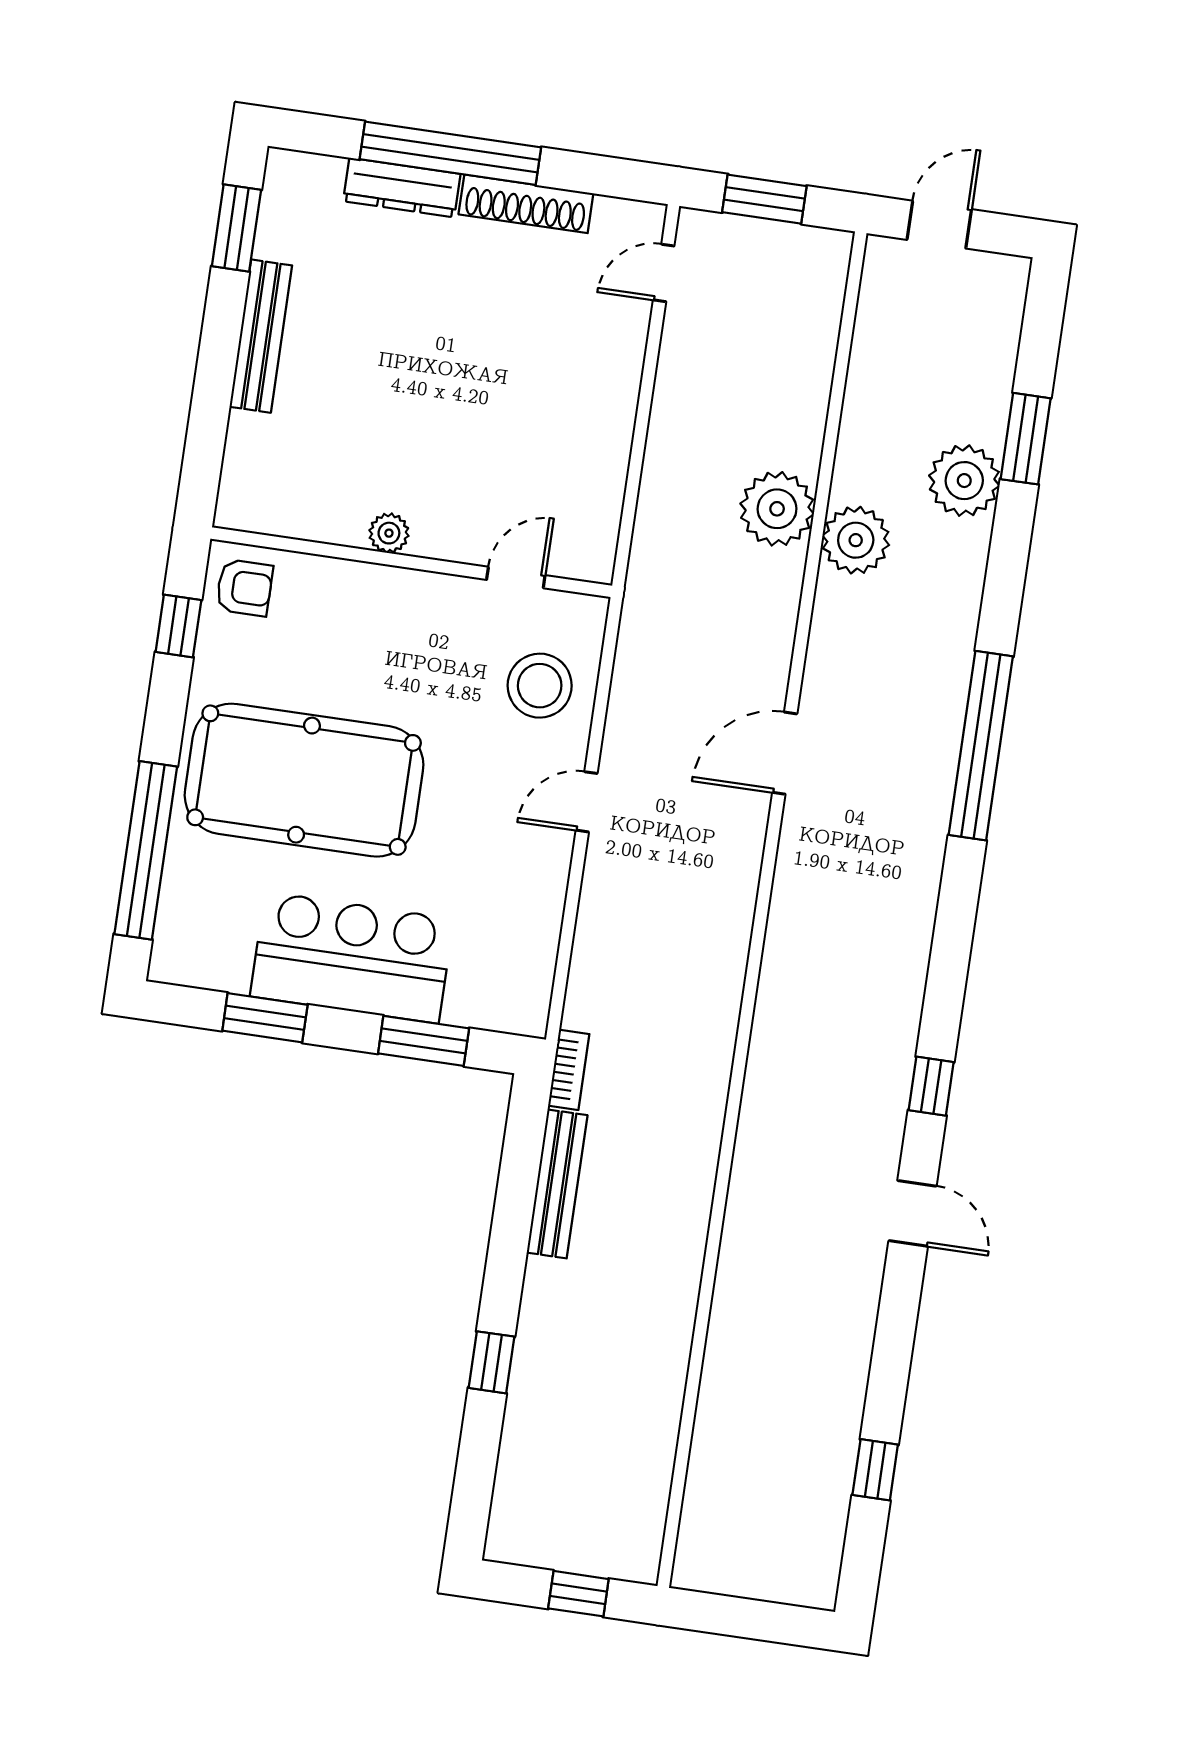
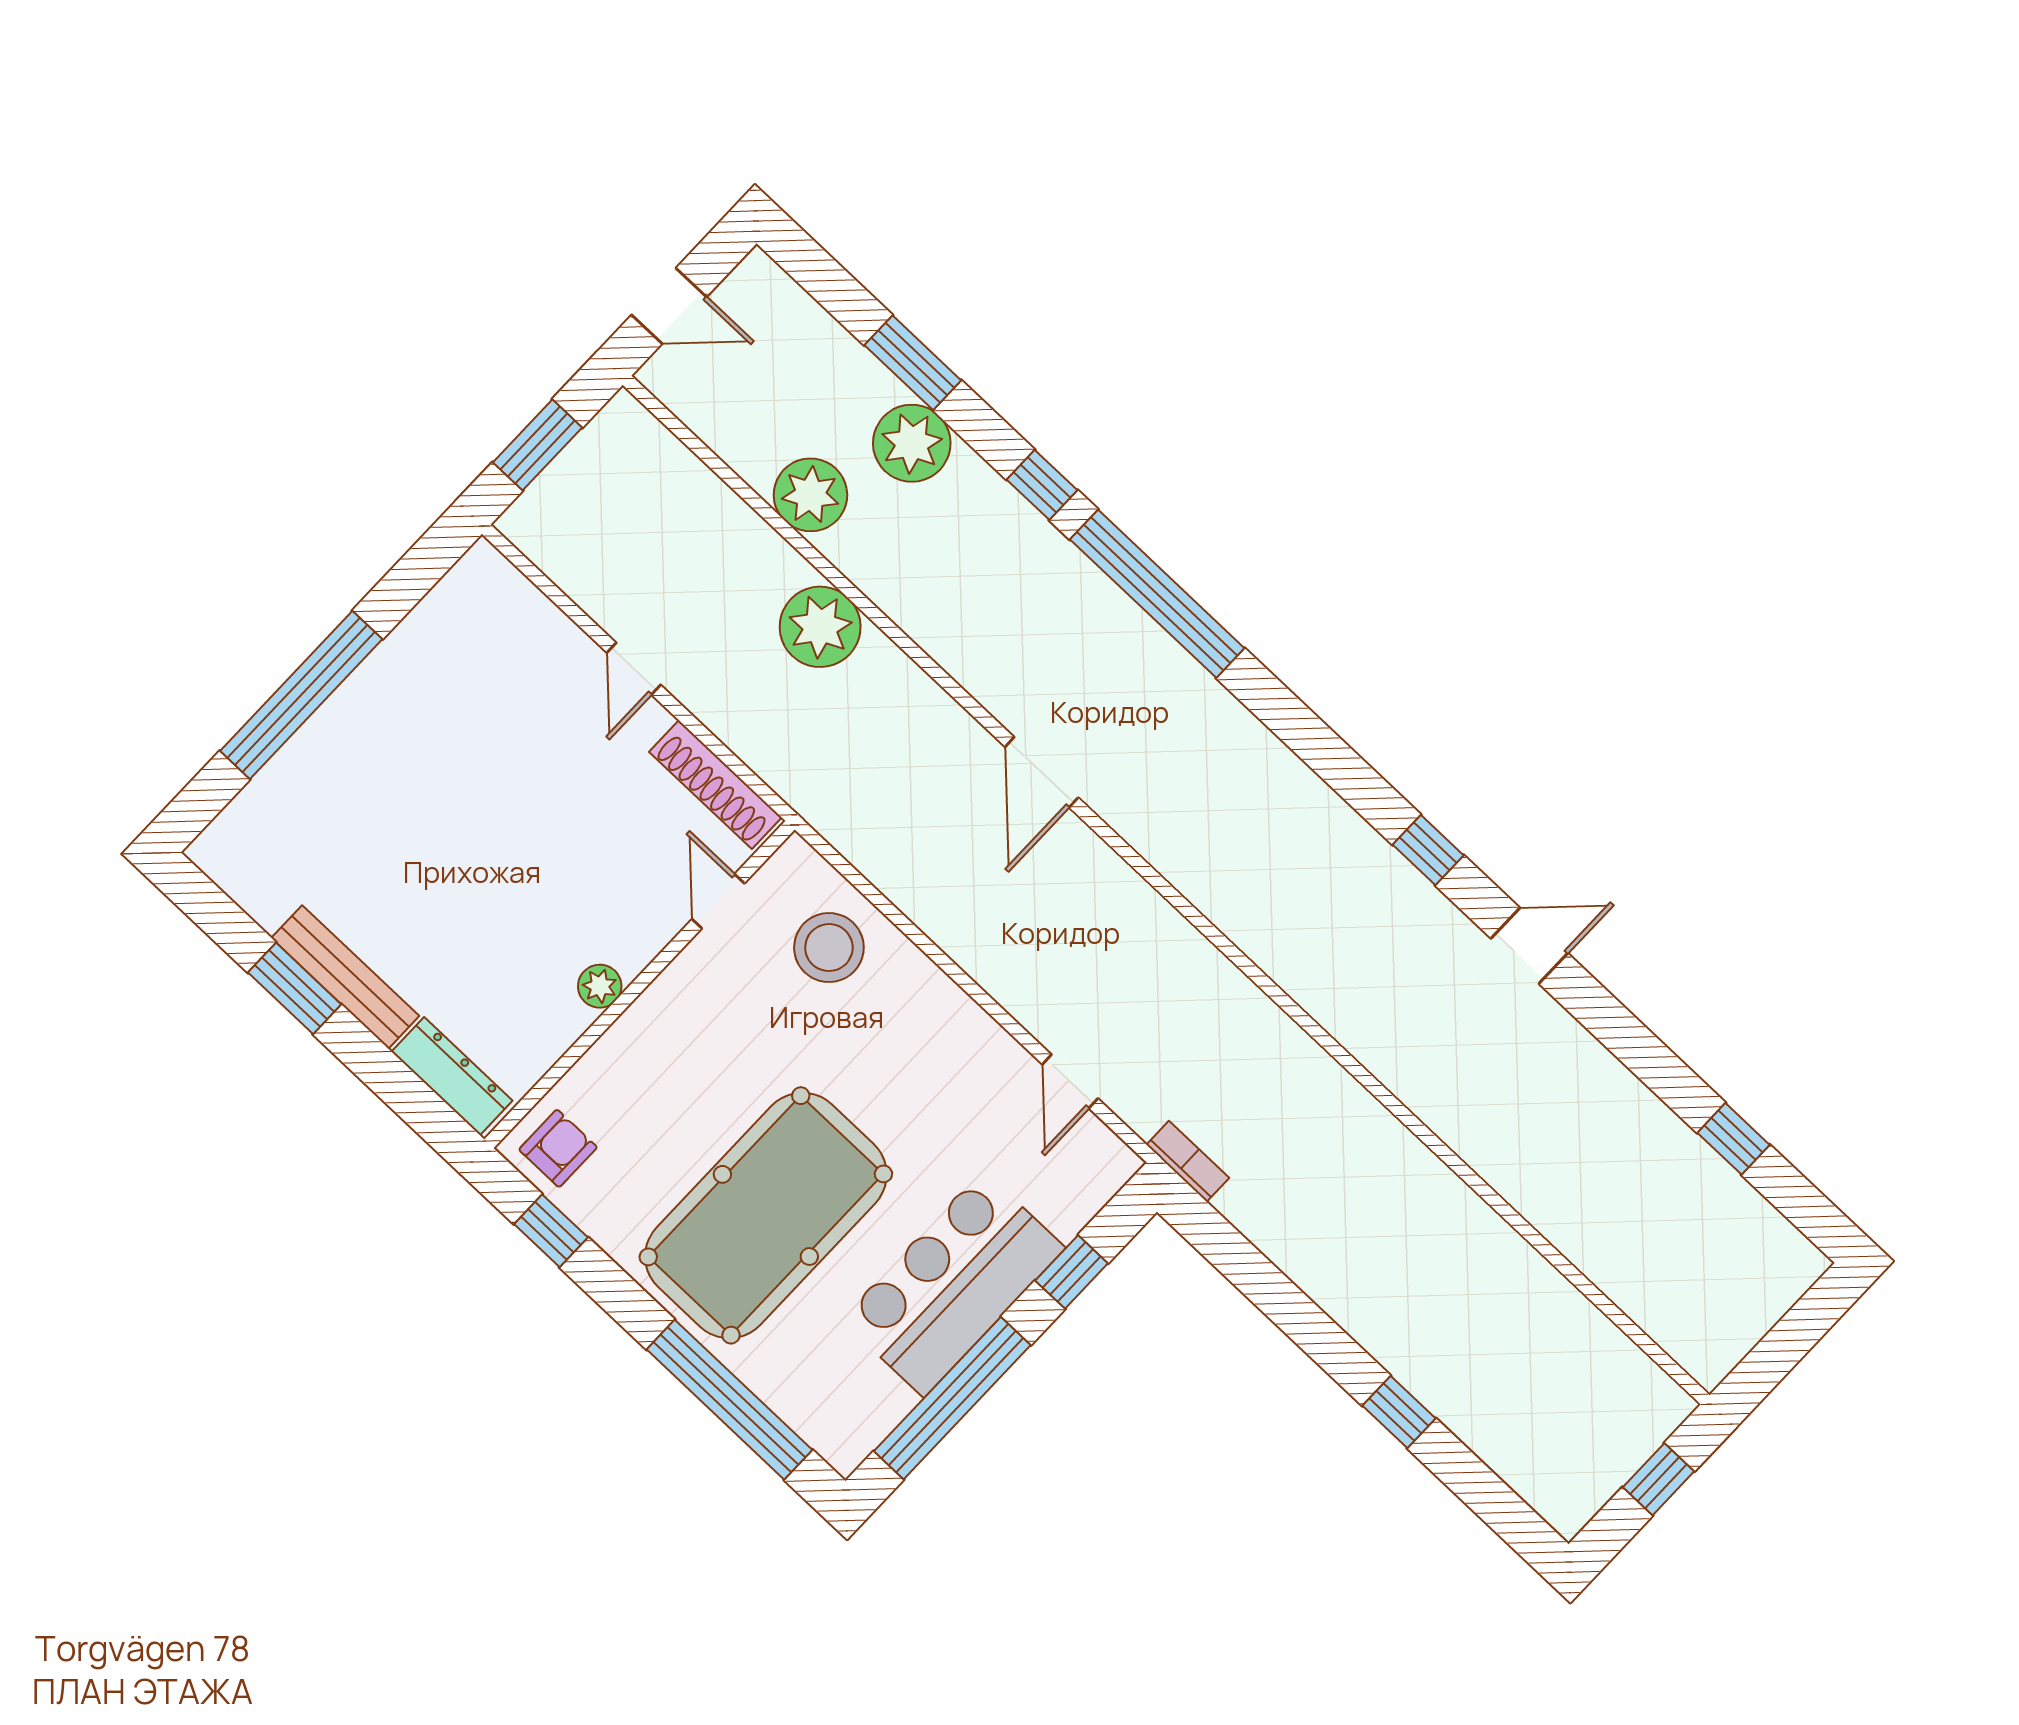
dresser: (402, 188) -> (452, 1076), moved, turned -90
shoe rack: (526, 204) -> (715, 785), moved, turned 90
door: (939, 225) -> (669, 306), swing flipped
window: (236, 228) -> (295, 988), moved
door: (664, 273) -> (634, 669), moved
plant: (856, 540) -> (810, 495), moved
window: (1002, 601) -> (1042, 485), added
door: (587, 802) -> (1070, 1081), moved
window: (265, 1018) -> (952, 1398), width x2.11
window: (424, 1041) -> (1072, 1272), width x0.67
bench: (557, 1184) -> (1282, 1243), removed

